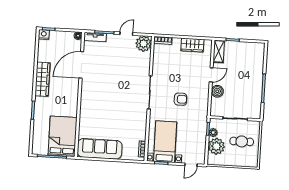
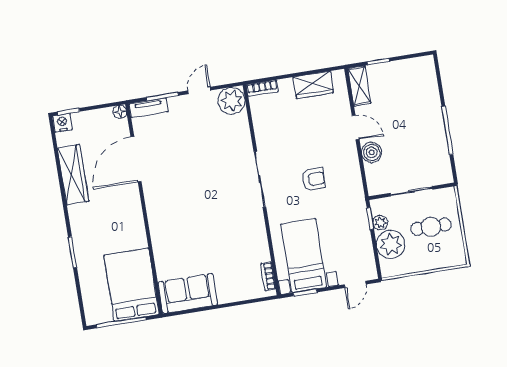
door: (211, 75) -> (356, 127), hinge flipped
wardrobe: (42, 79) -> (73, 175), moved
sofa: (100, 149) -> (188, 293), width x0.73

